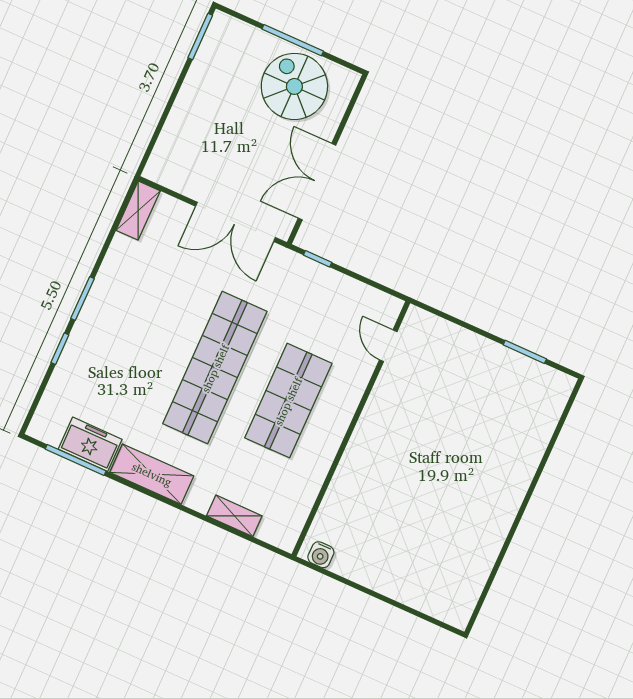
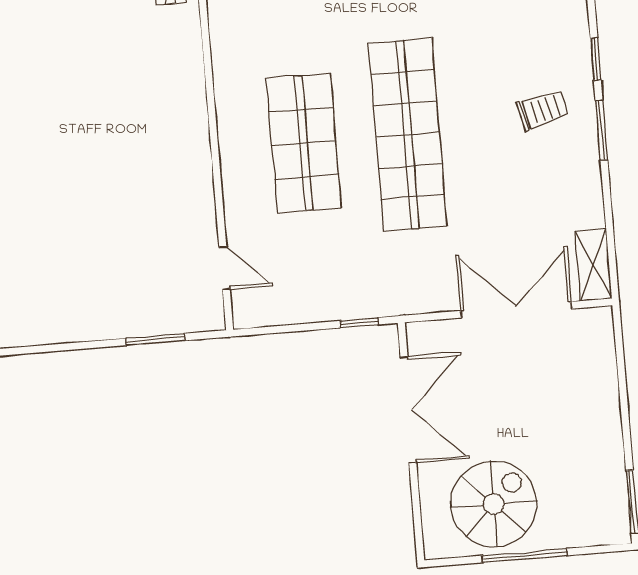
spiral stairs: (294, 86) -> (494, 504), turned -90
double door: (236, 222) -> (516, 310), moved
trolley: (115, 334) -> (542, 110), added
window: (525, 352) -> (155, 339), moved

